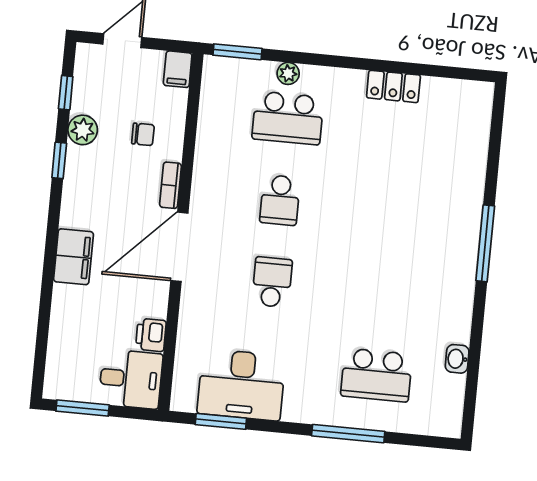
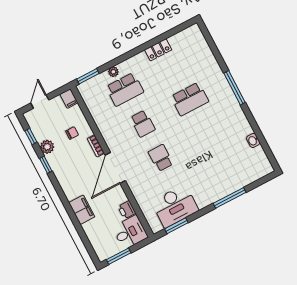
filing cabinet: (73, 257) -> (82, 210), moved
school desk: (376, 375) -> (190, 99), moved

